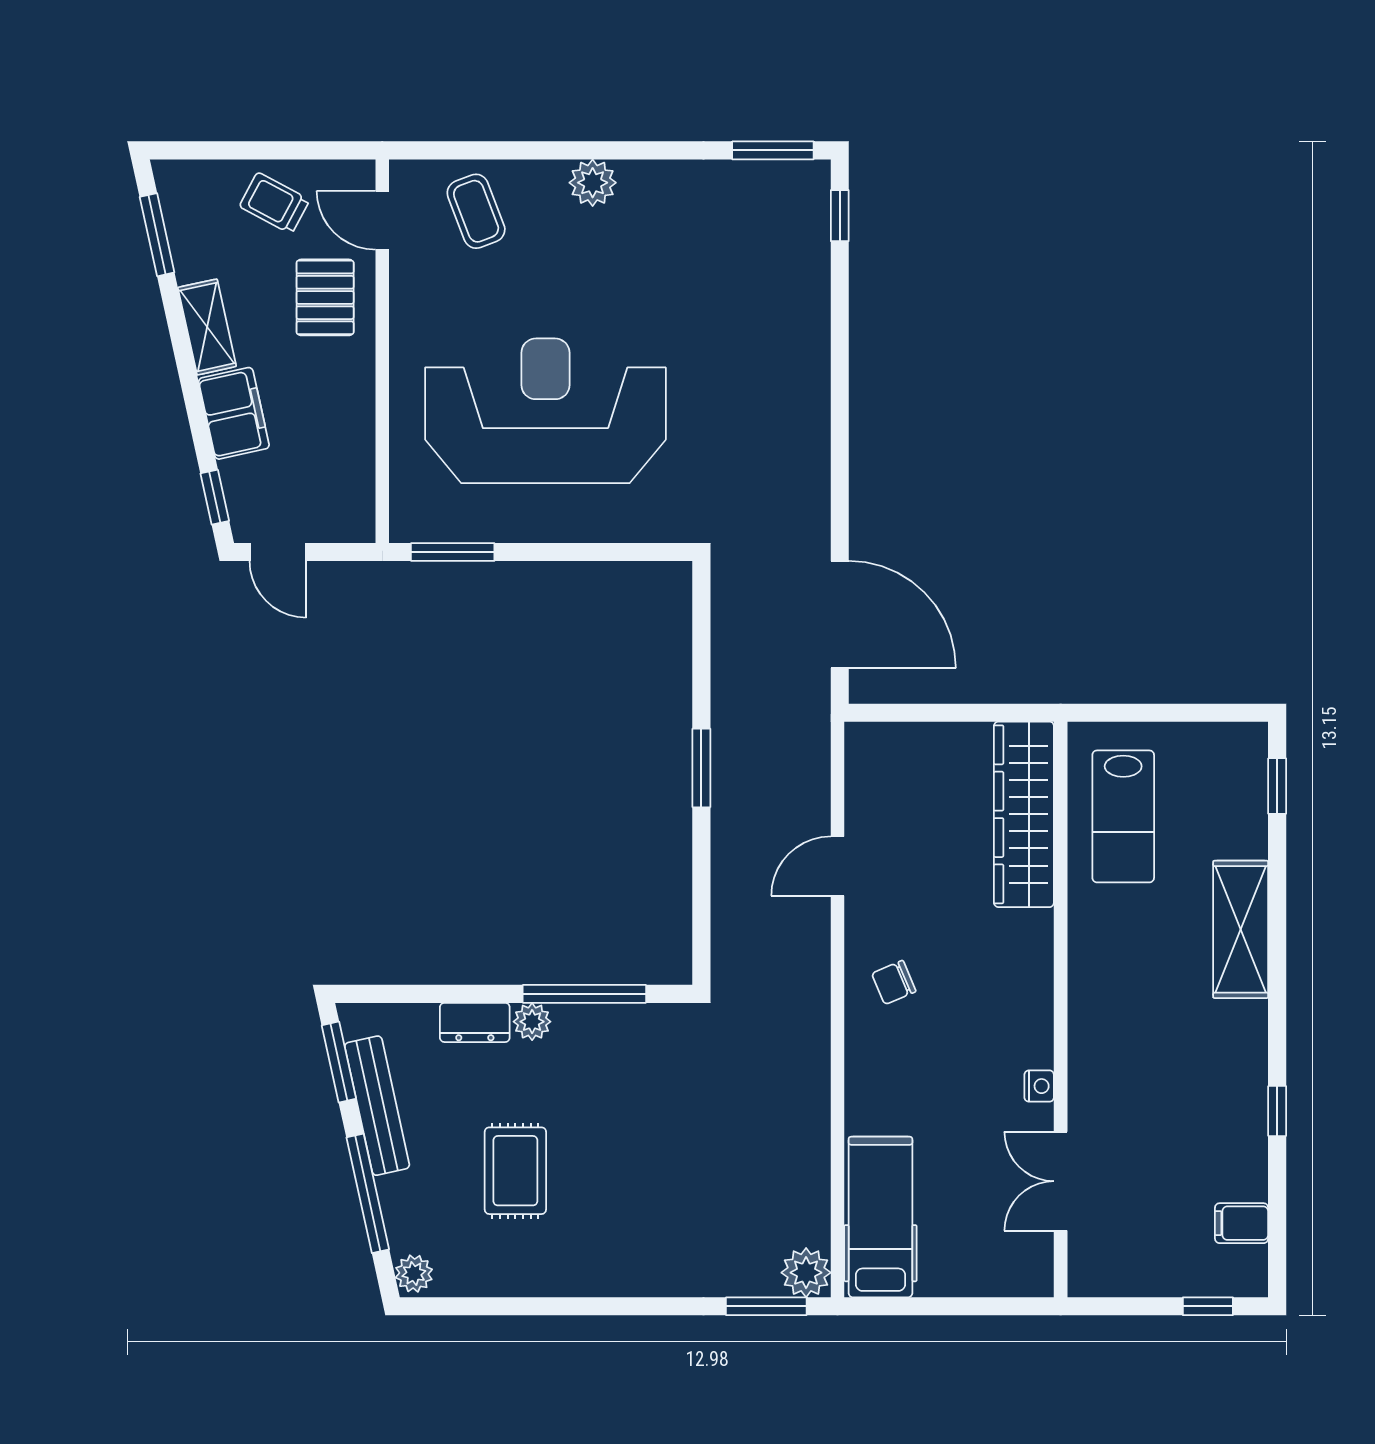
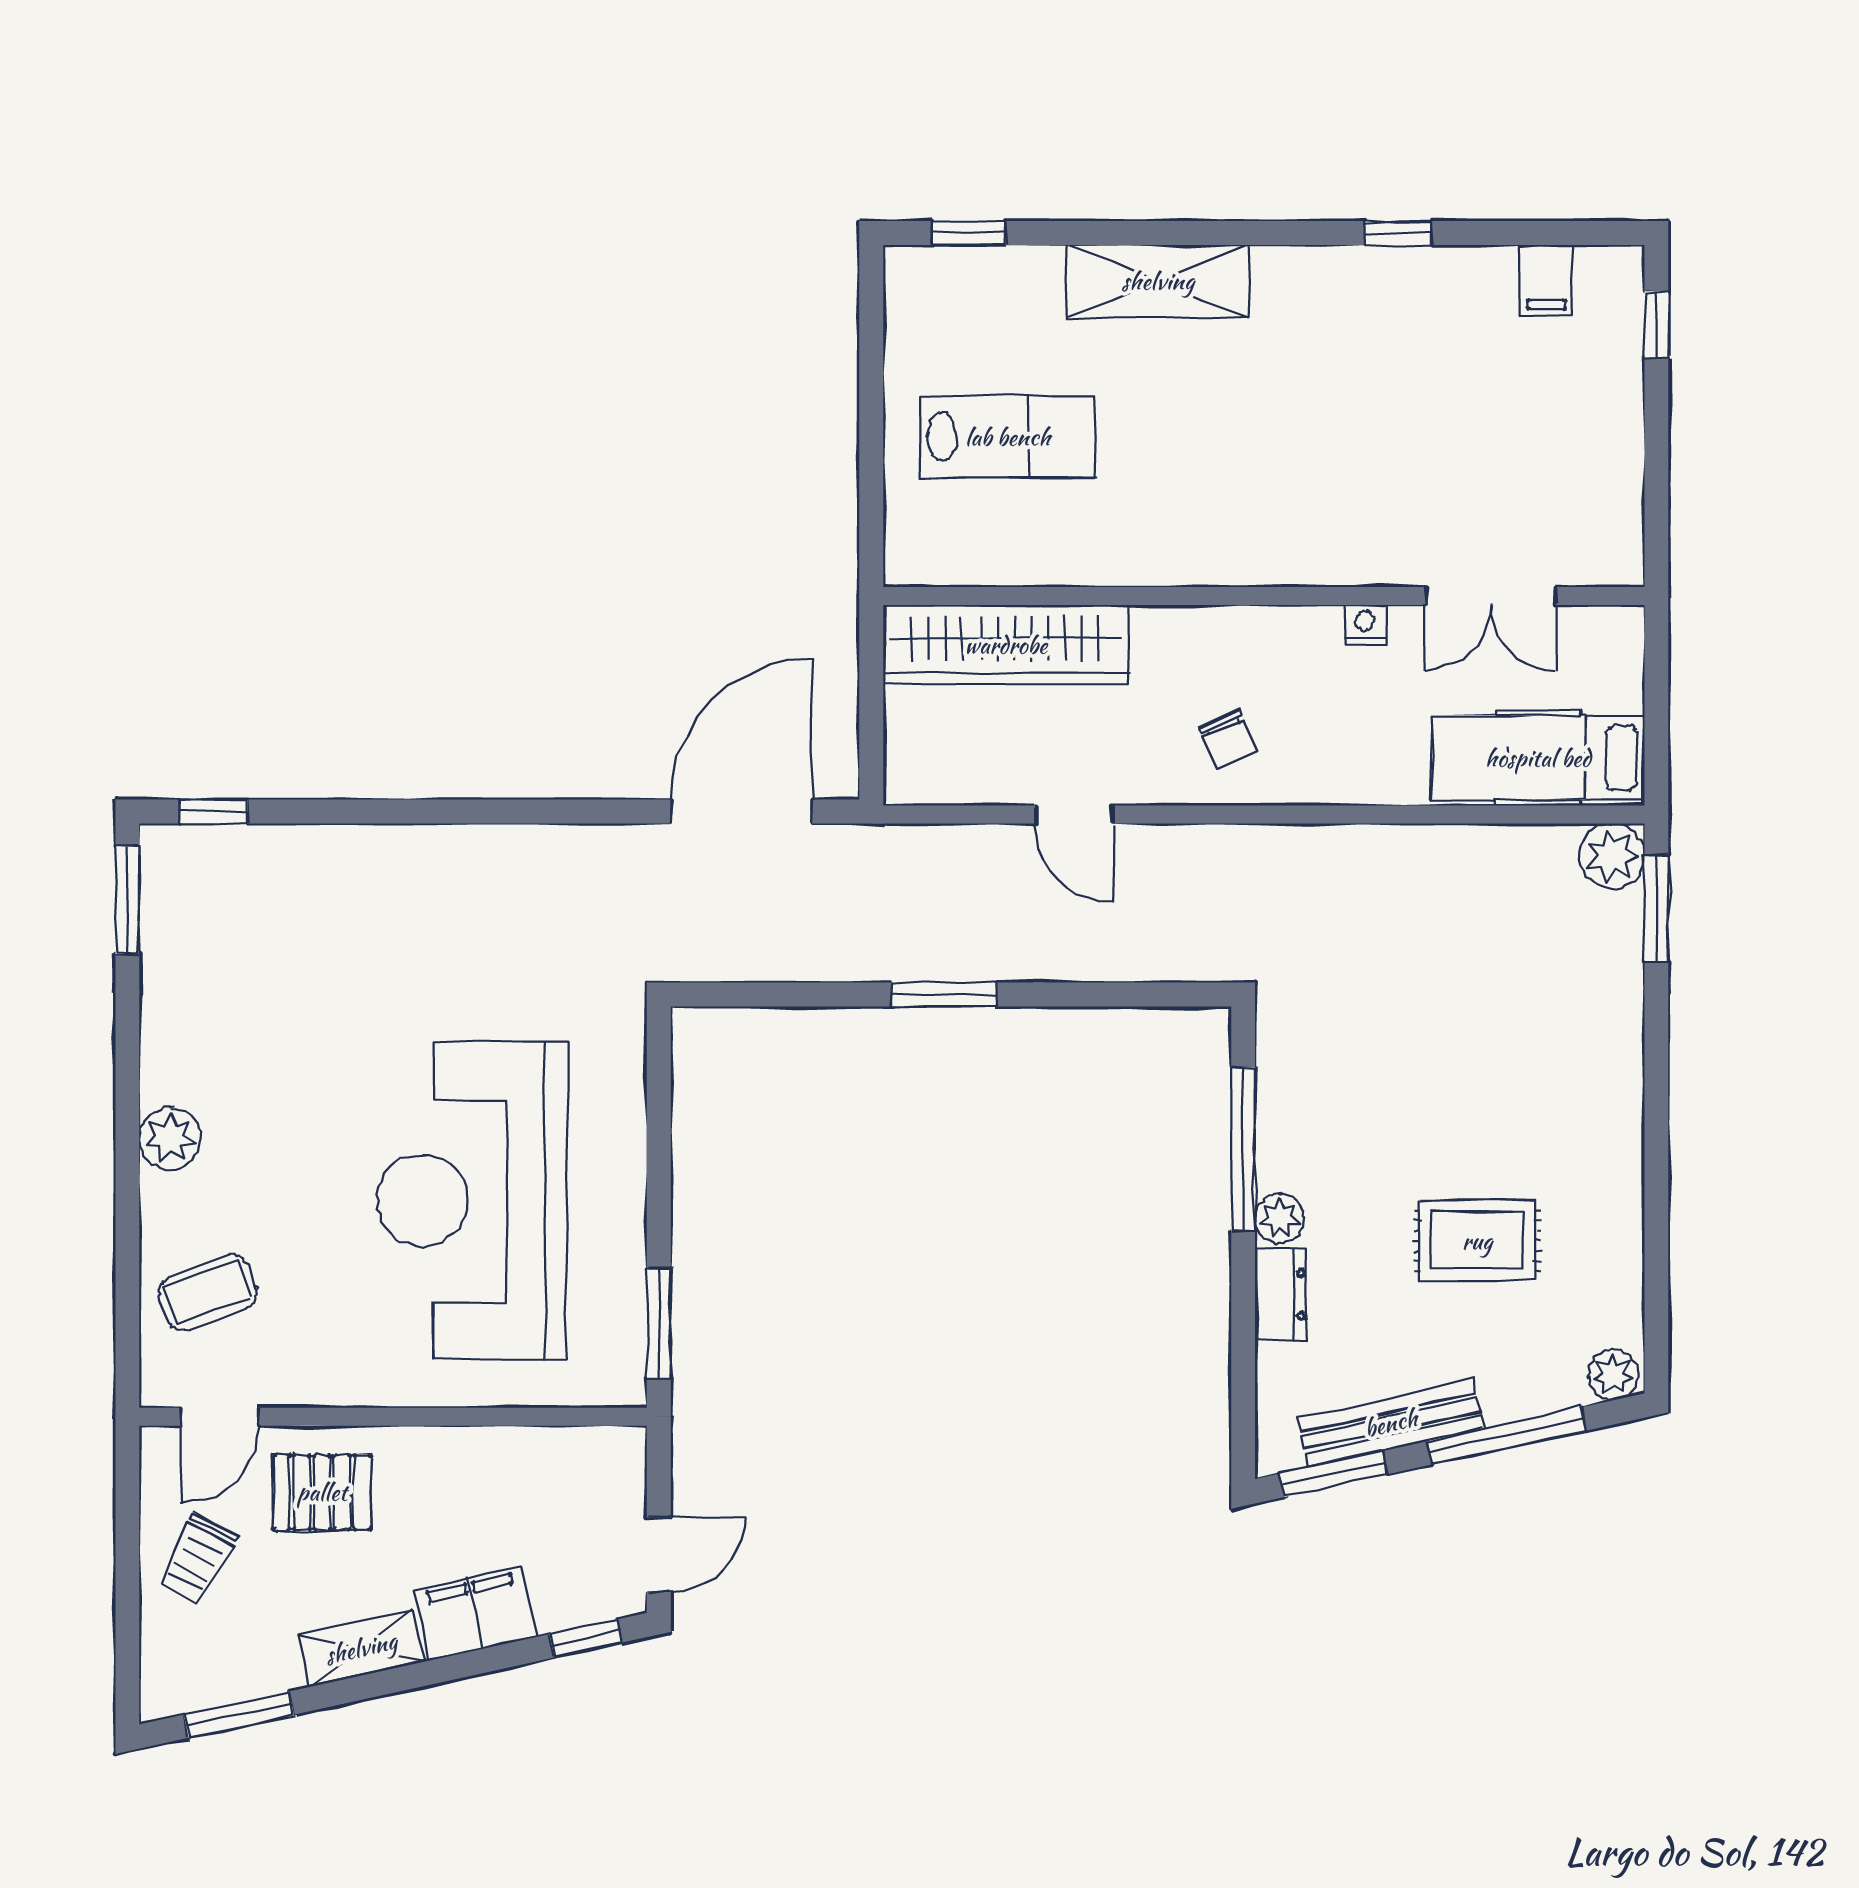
wardrobe: (1024, 814) -> (1006, 645), moved
wall: (1061, 1009) -> (1264, 596), moved
nightstand: (1039, 1086) -> (1365, 624), moved
double door: (1061, 1181) -> (1491, 596), moved

